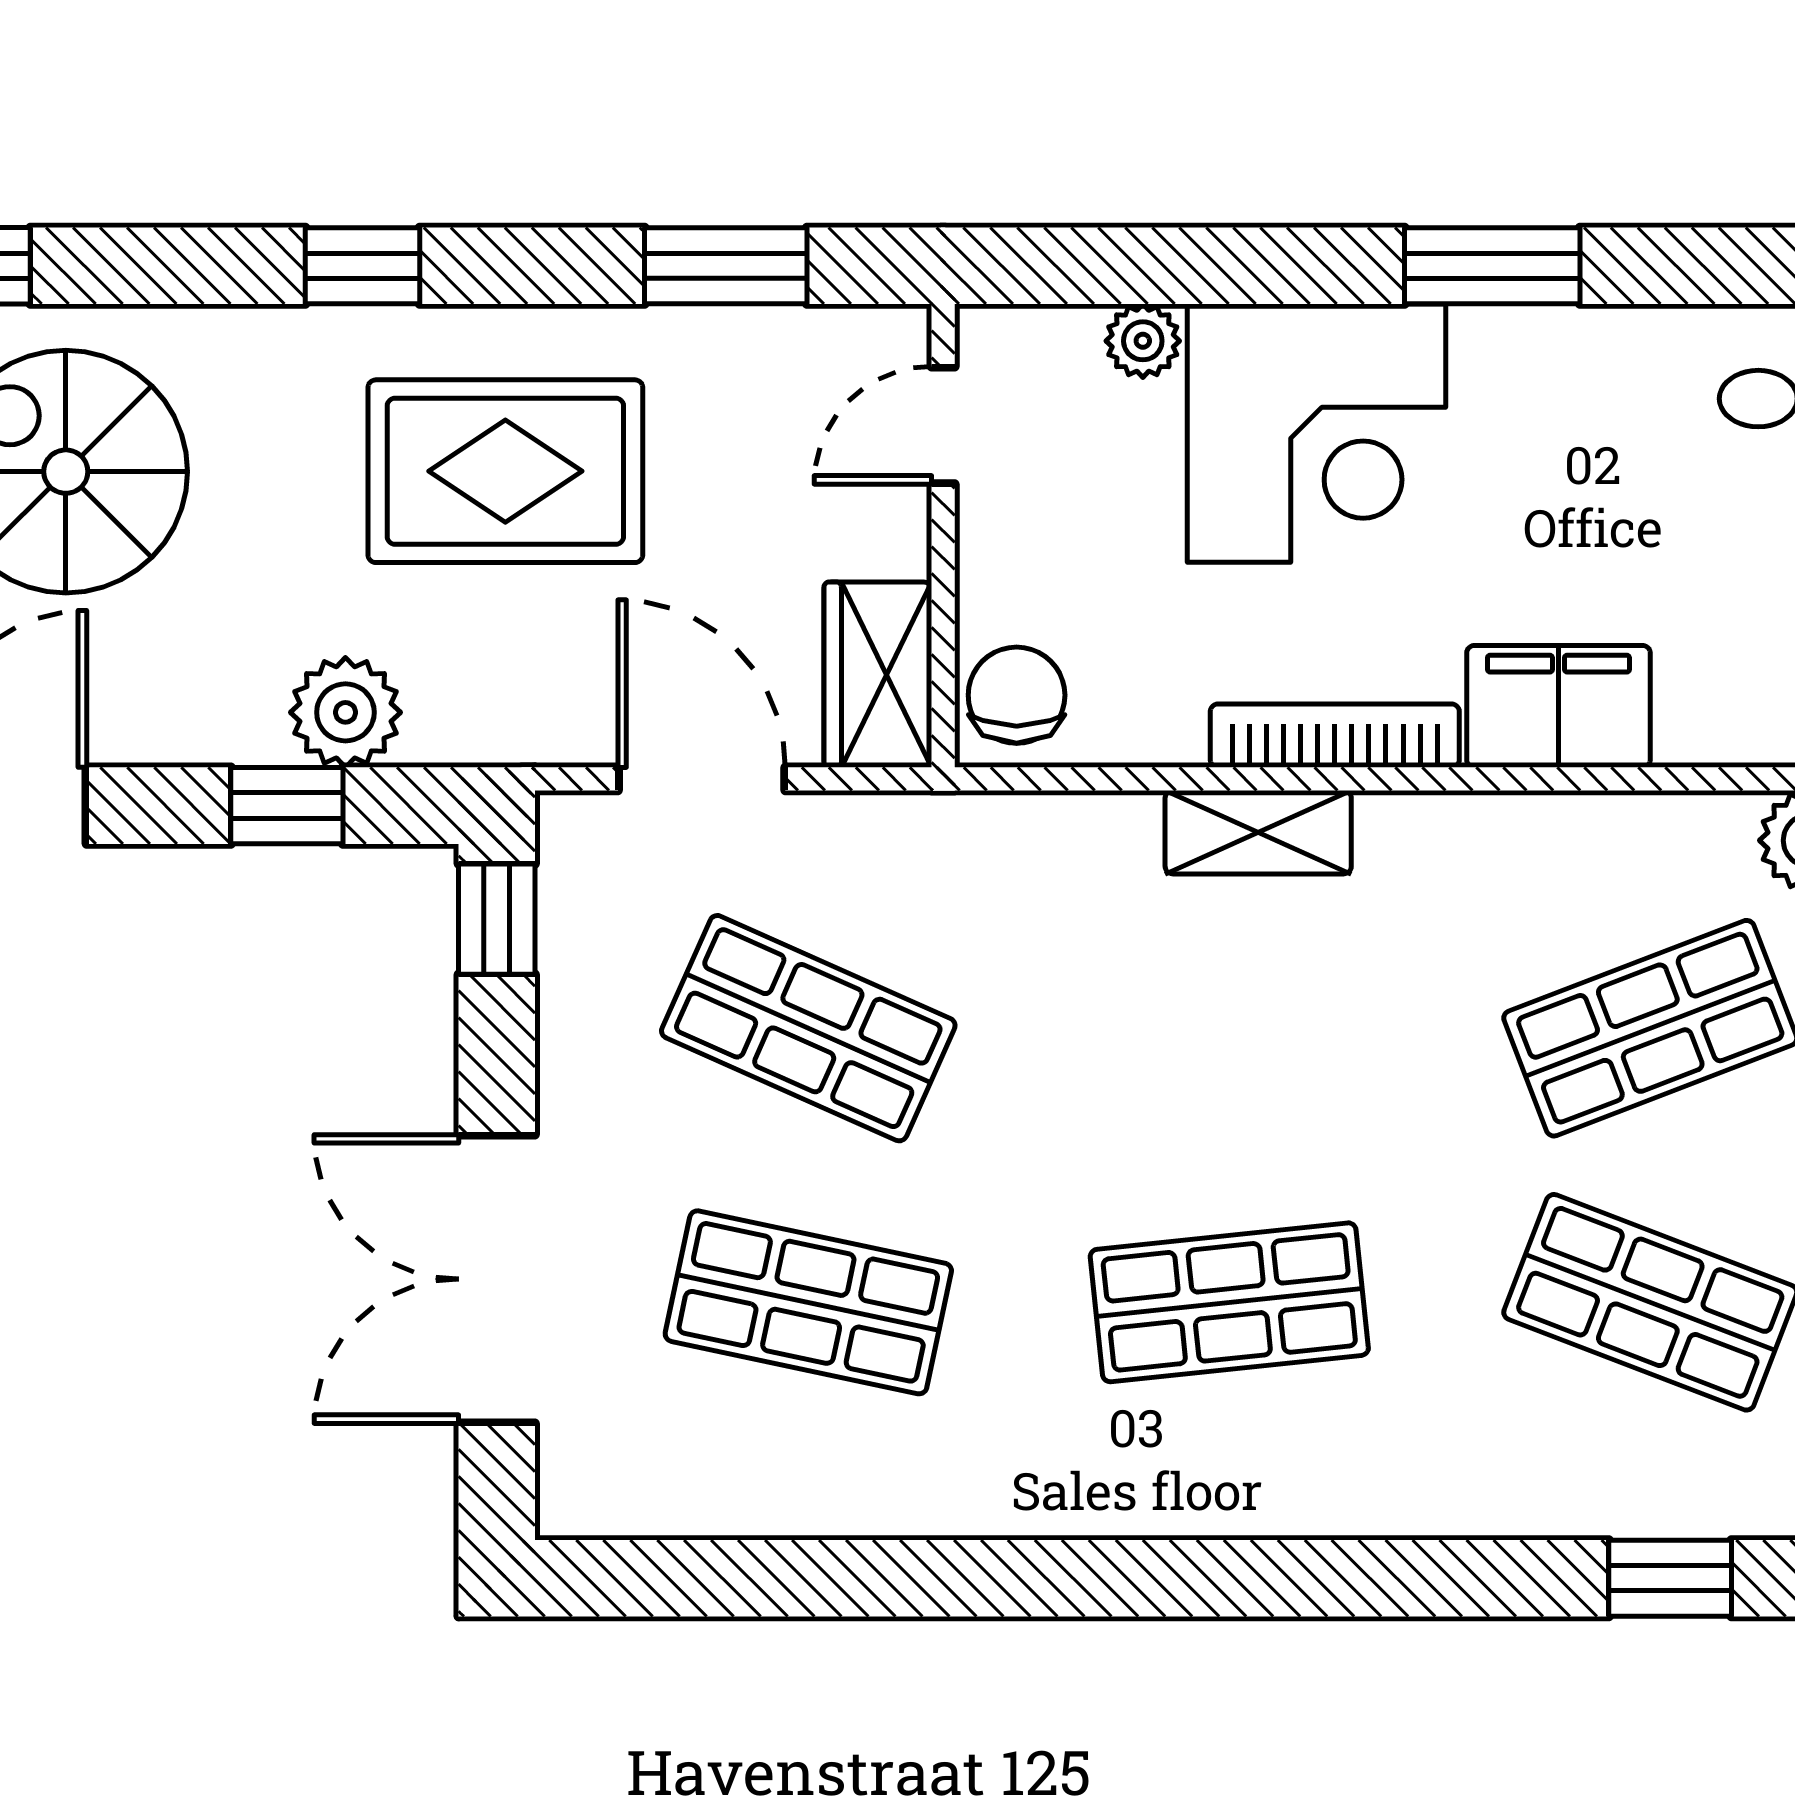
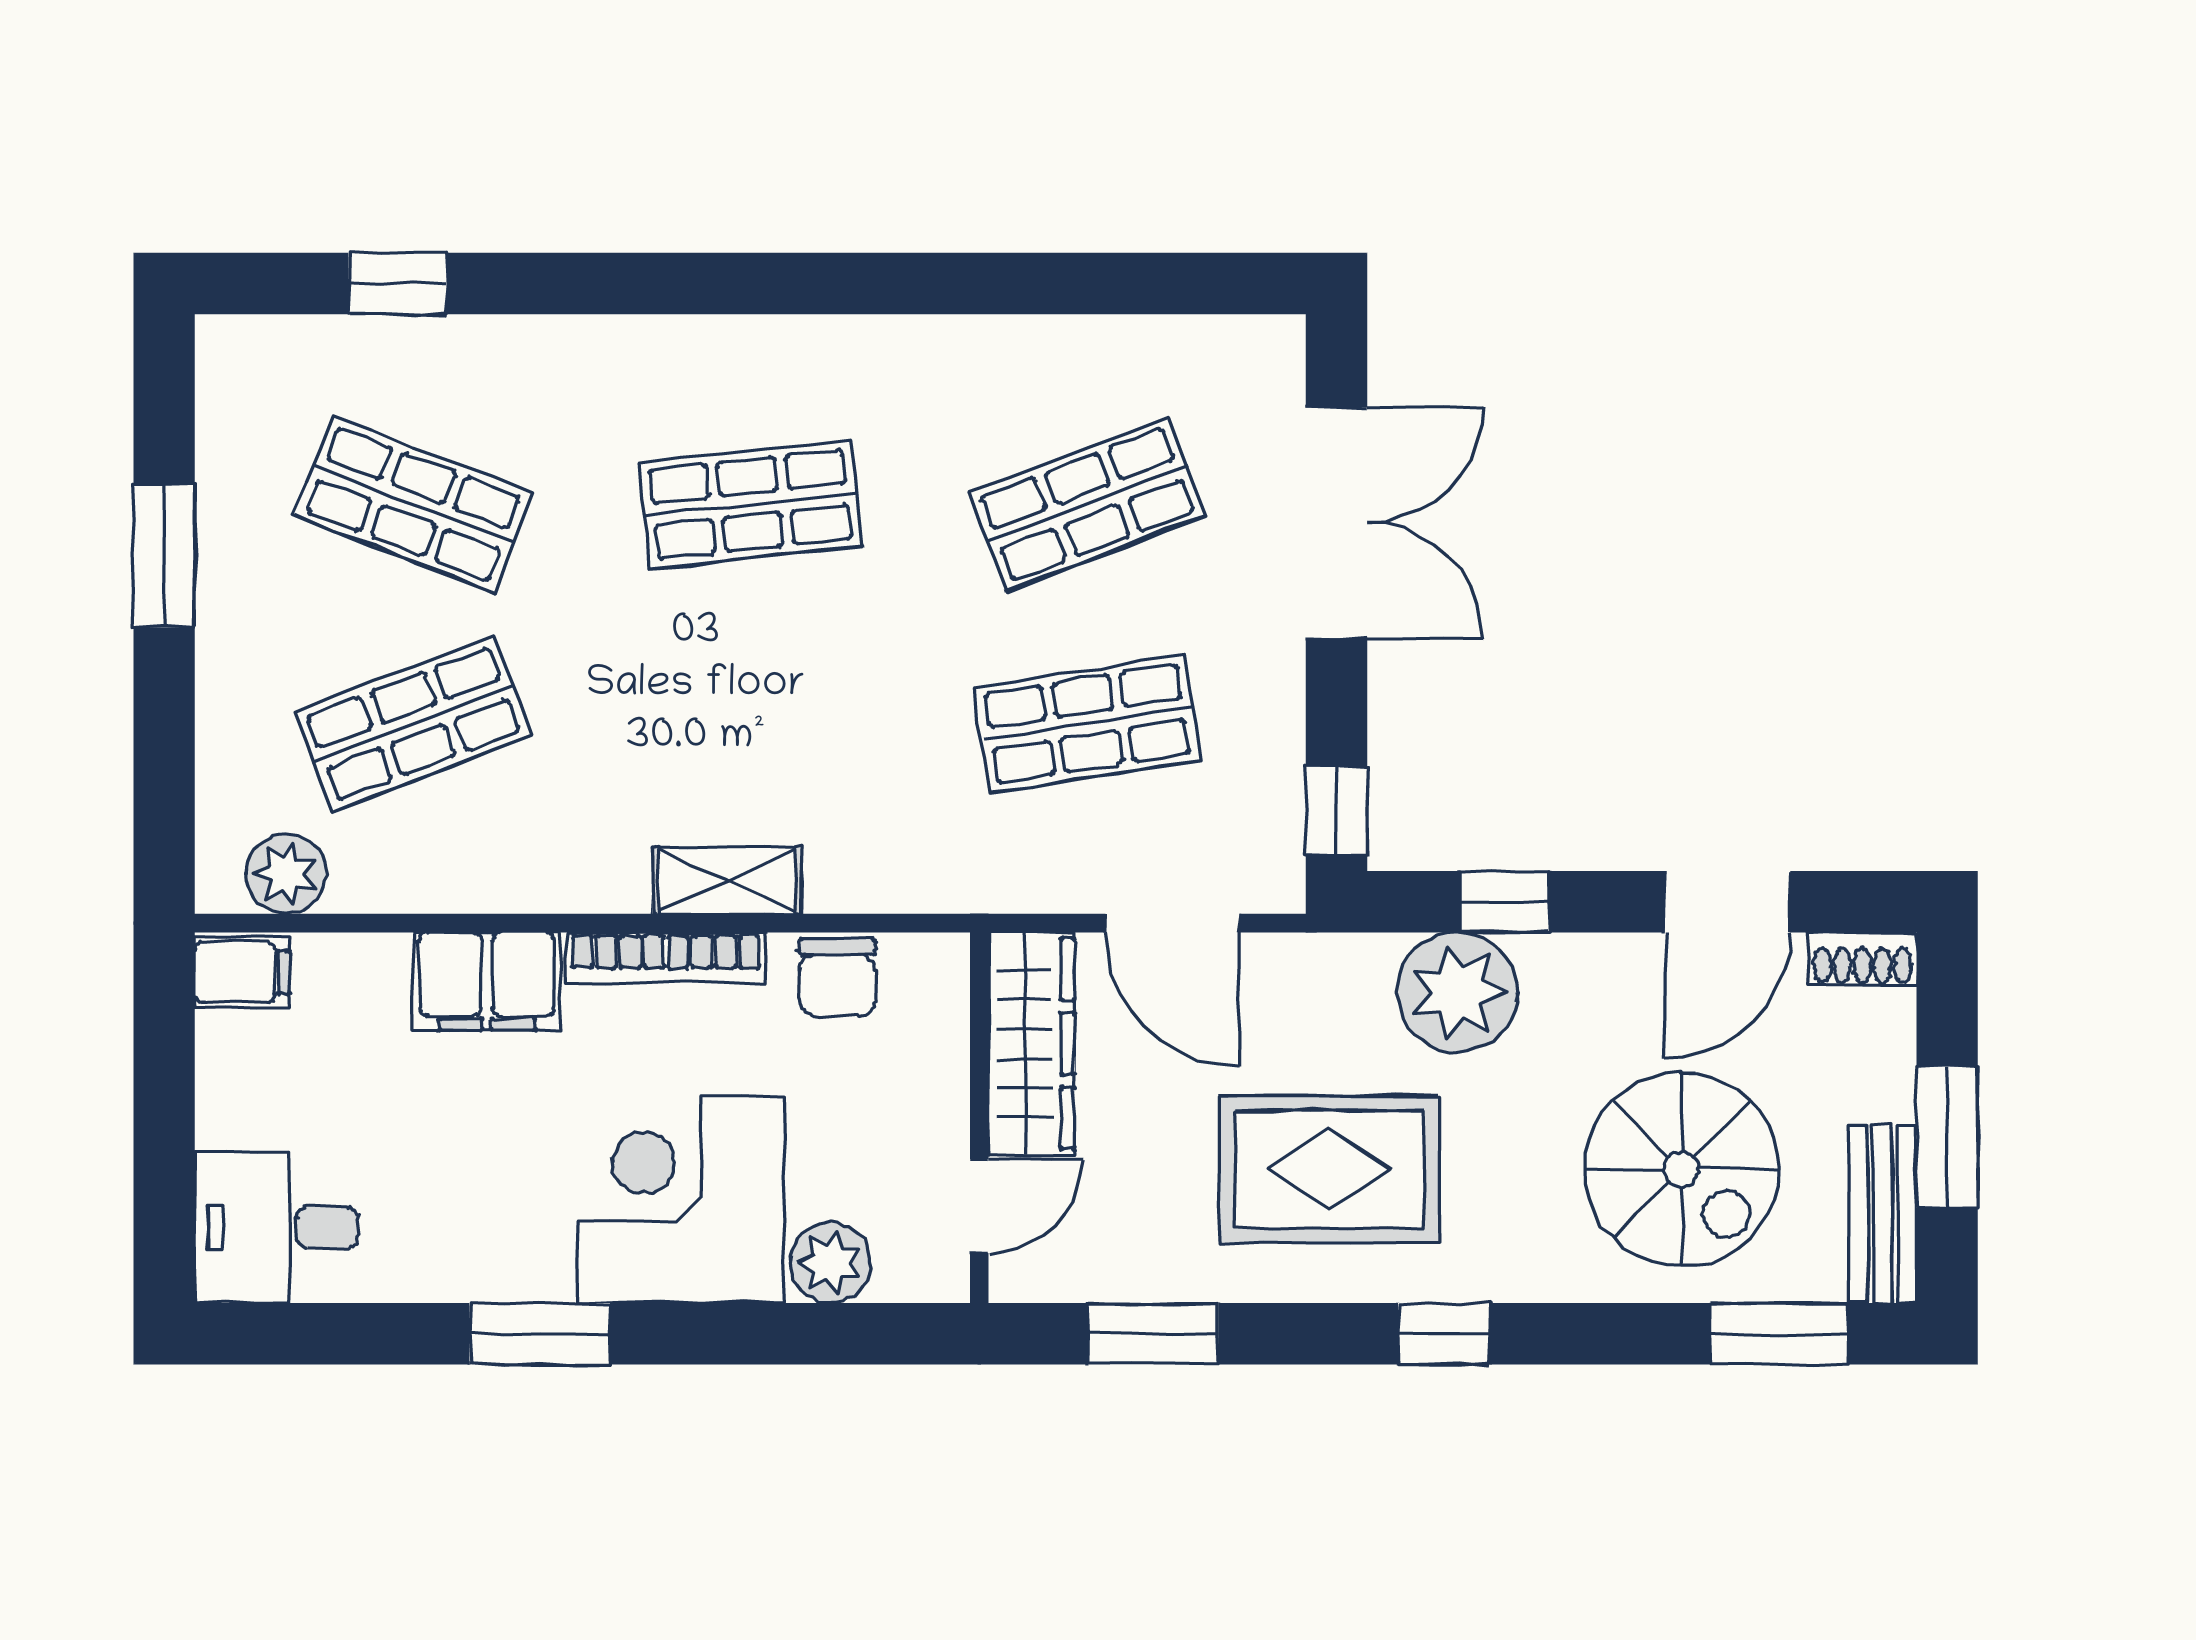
plant: (1143, 341) -> (831, 1263), width x1.38, depth x1.38
wardrobe: (878, 675) -> (1031, 1044), width x1.50
chair: (1017, 695) -> (837, 978), moved
plant: (345, 712) -> (1457, 992), width x1.36, depth x1.36
shop shelf: (808, 1028) -> (1087, 724), turned -33
shop shelf: (808, 1302) -> (1087, 504), turned -33

